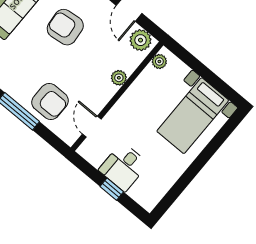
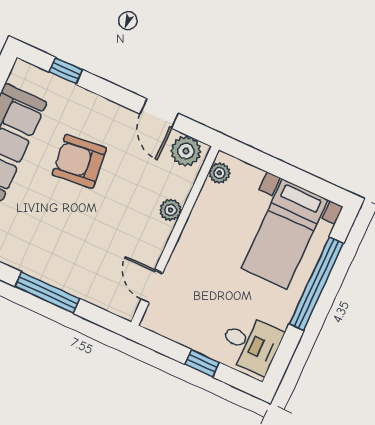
armchair: (50, 101) -> (86, 268), removed
window: (205, 156) -> (316, 284), added
desk: (124, 167) -> (251, 344), moved, turned -90

